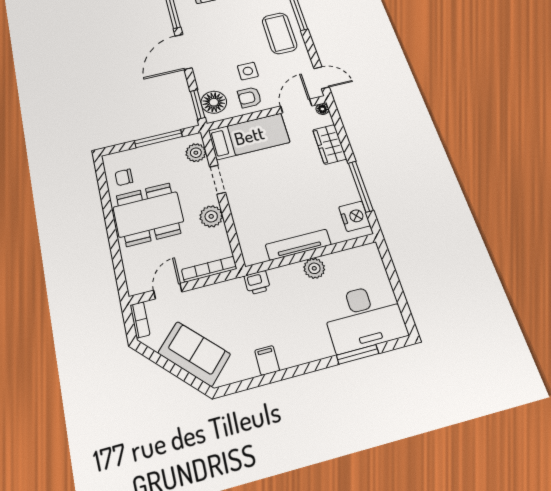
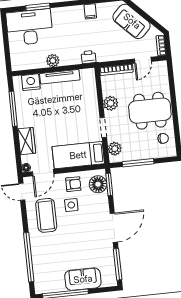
coffee table: (279, 33) -> (46, 215), moved
nightstand: (354, 216) -> (31, 82), moved, turned 90

